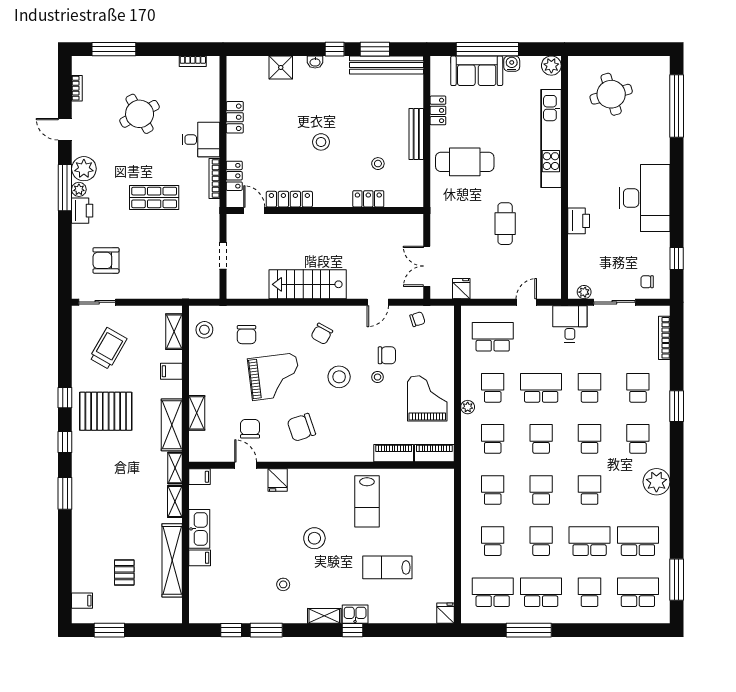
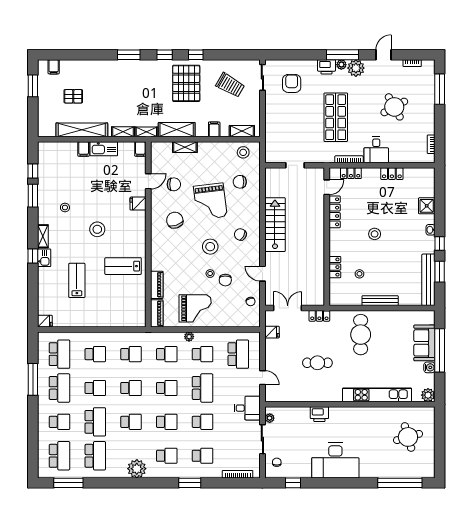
locker: (438, 110) -> (319, 316), moved
shop shelf: (154, 197) -> (336, 117), width x1.43, depth x1.36

